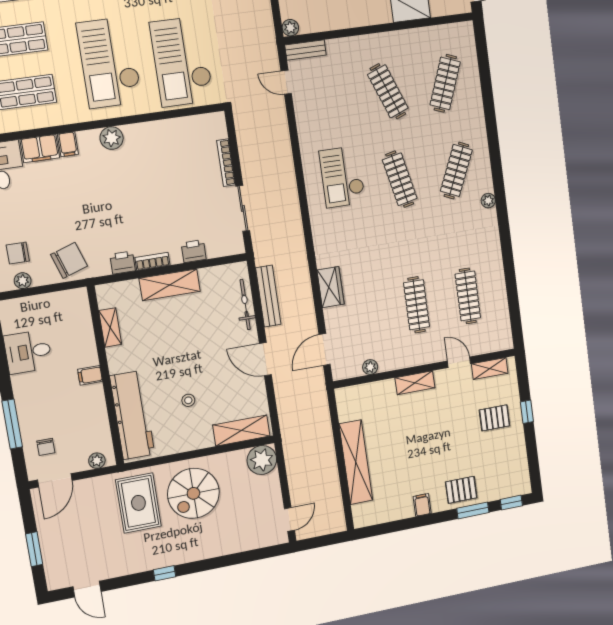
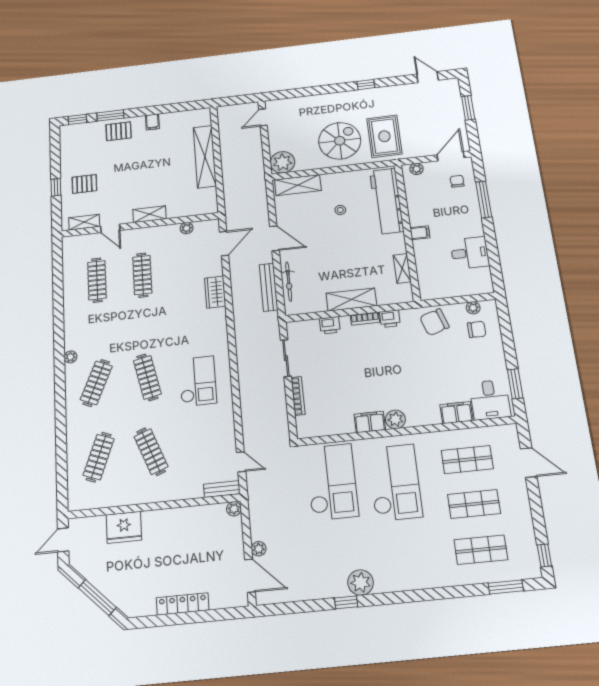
filing cabinet: (68, 144) -> (370, 422), moved, width x2.00

